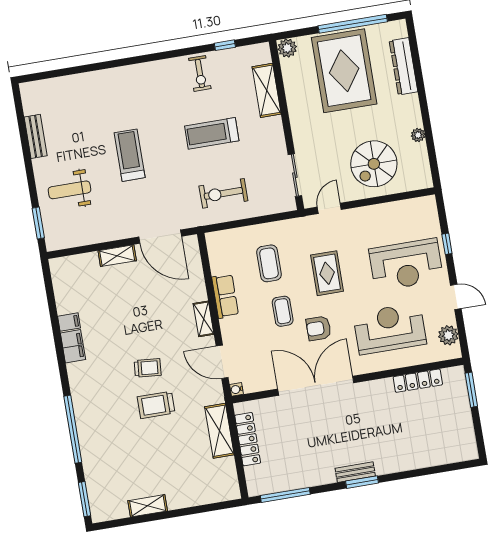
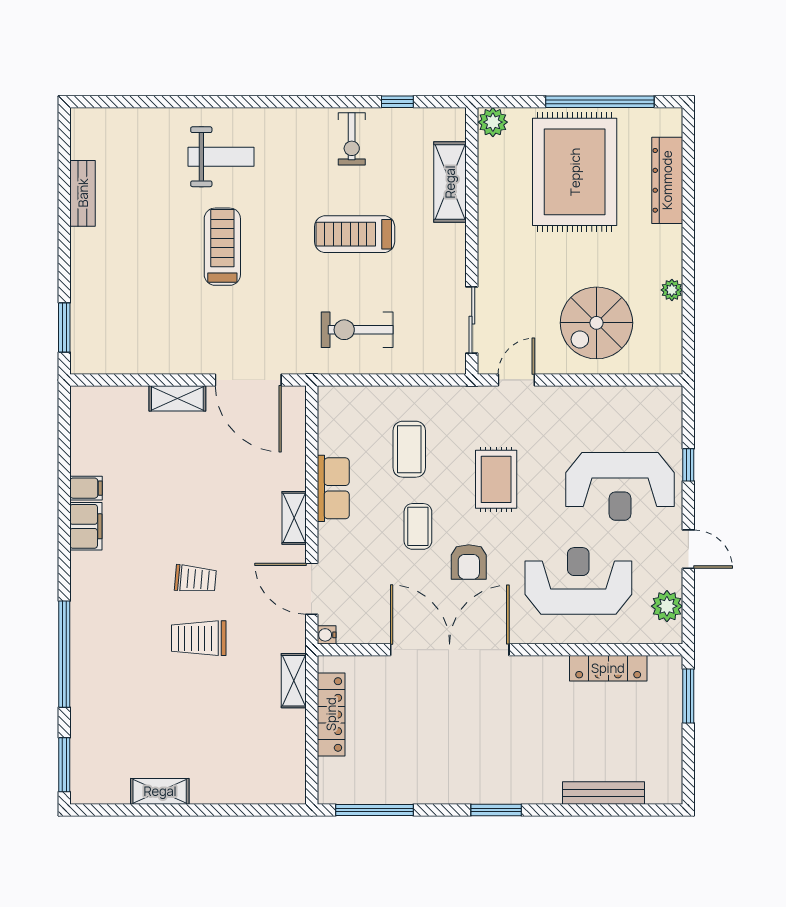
weight bench: (69, 190) -> (221, 157), moved, turned 180
armchair: (319, 328) -> (469, 562), turned -90
shelving: (219, 431) -> (294, 681), width x0.67, depth x0.75
bench: (355, 472) -> (604, 793), moved, width x1.36

